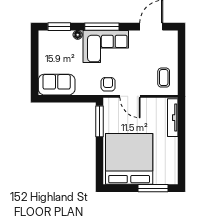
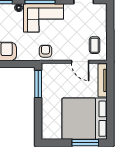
door: (130, 96) -> (80, 62), moved
bed: (129, 159) -> (85, 119), moved, turned -90

